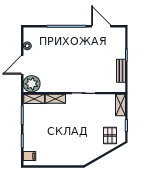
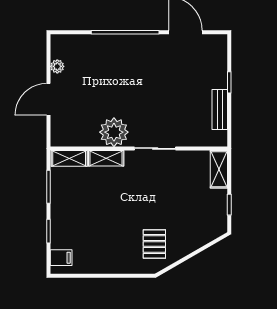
plant: (32, 84) -> (114, 132), moved
pallet: (110, 136) -> (154, 244), moved

